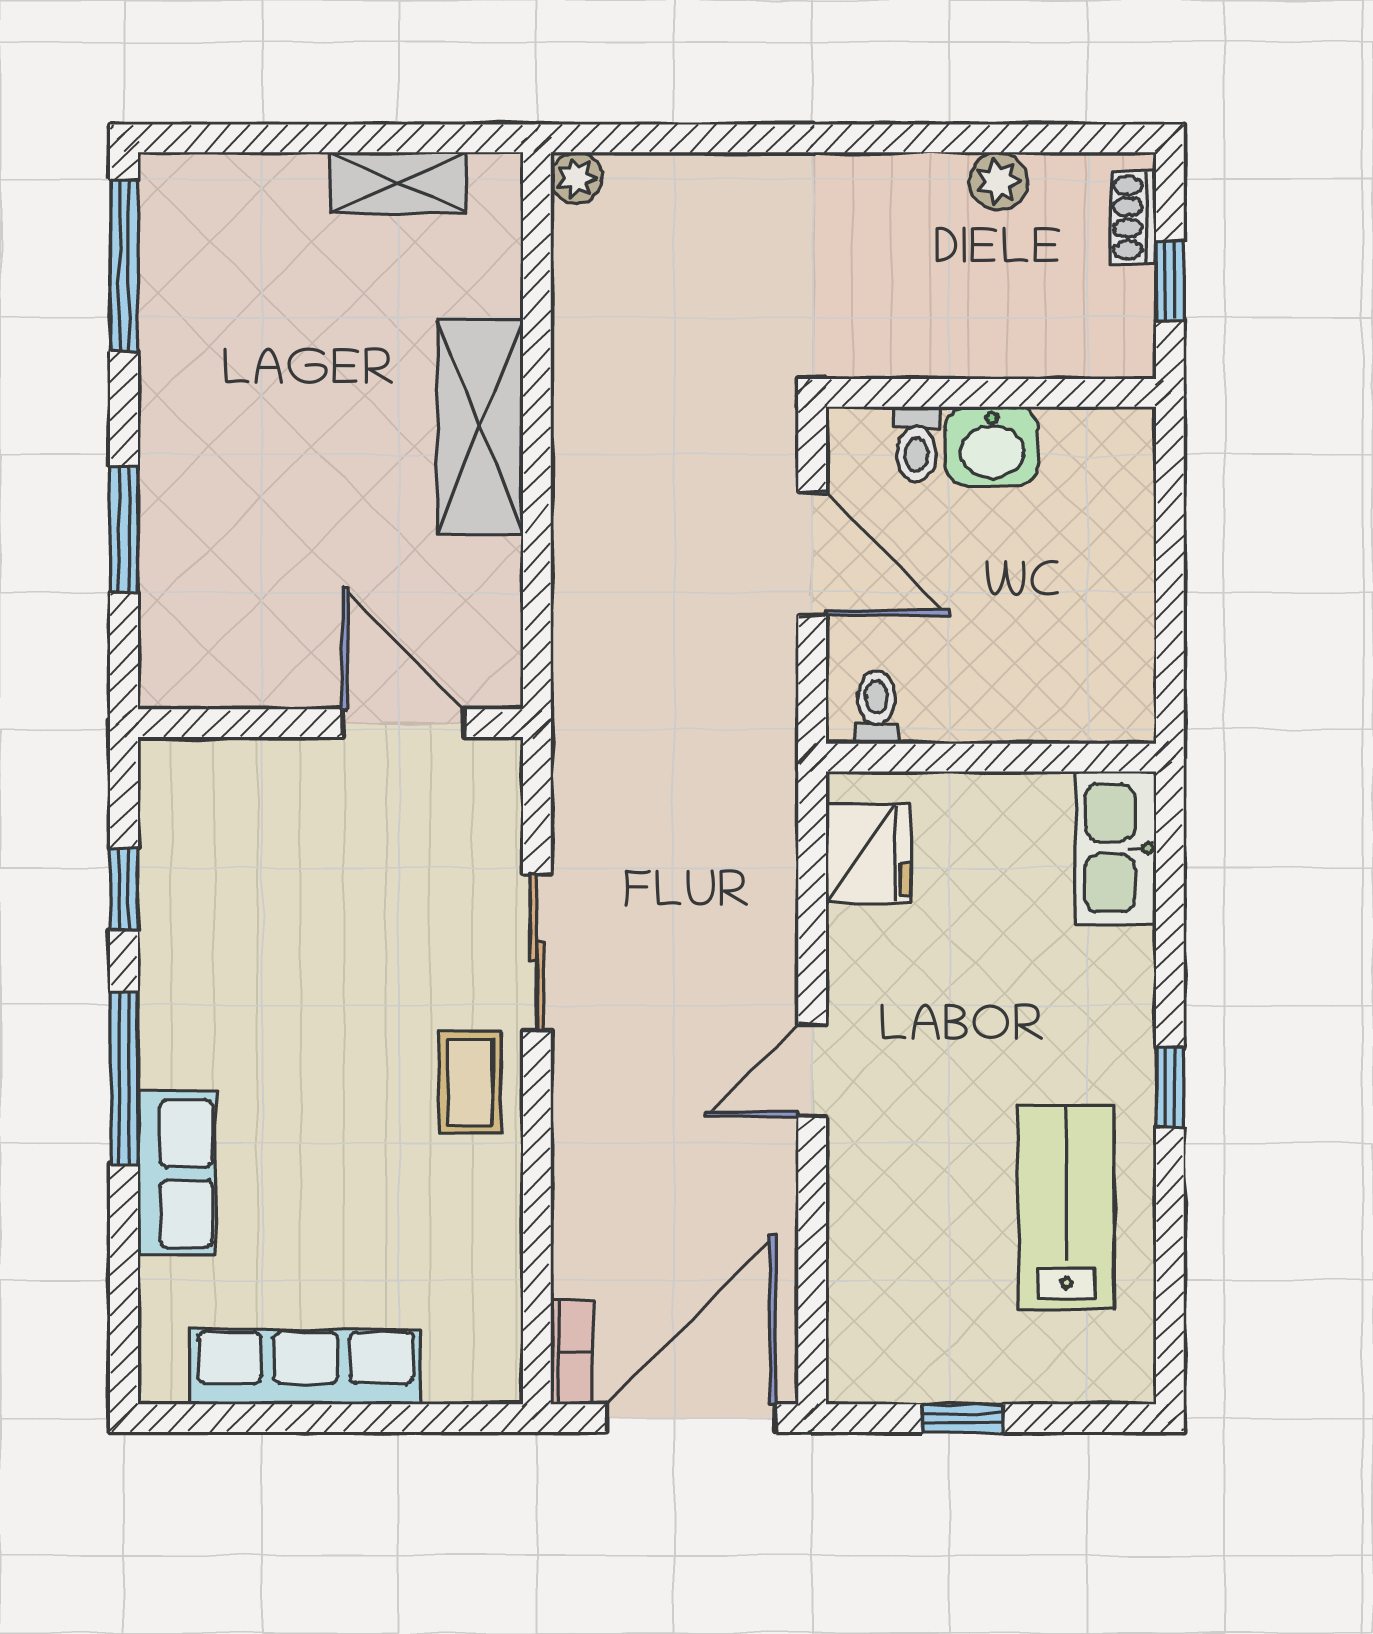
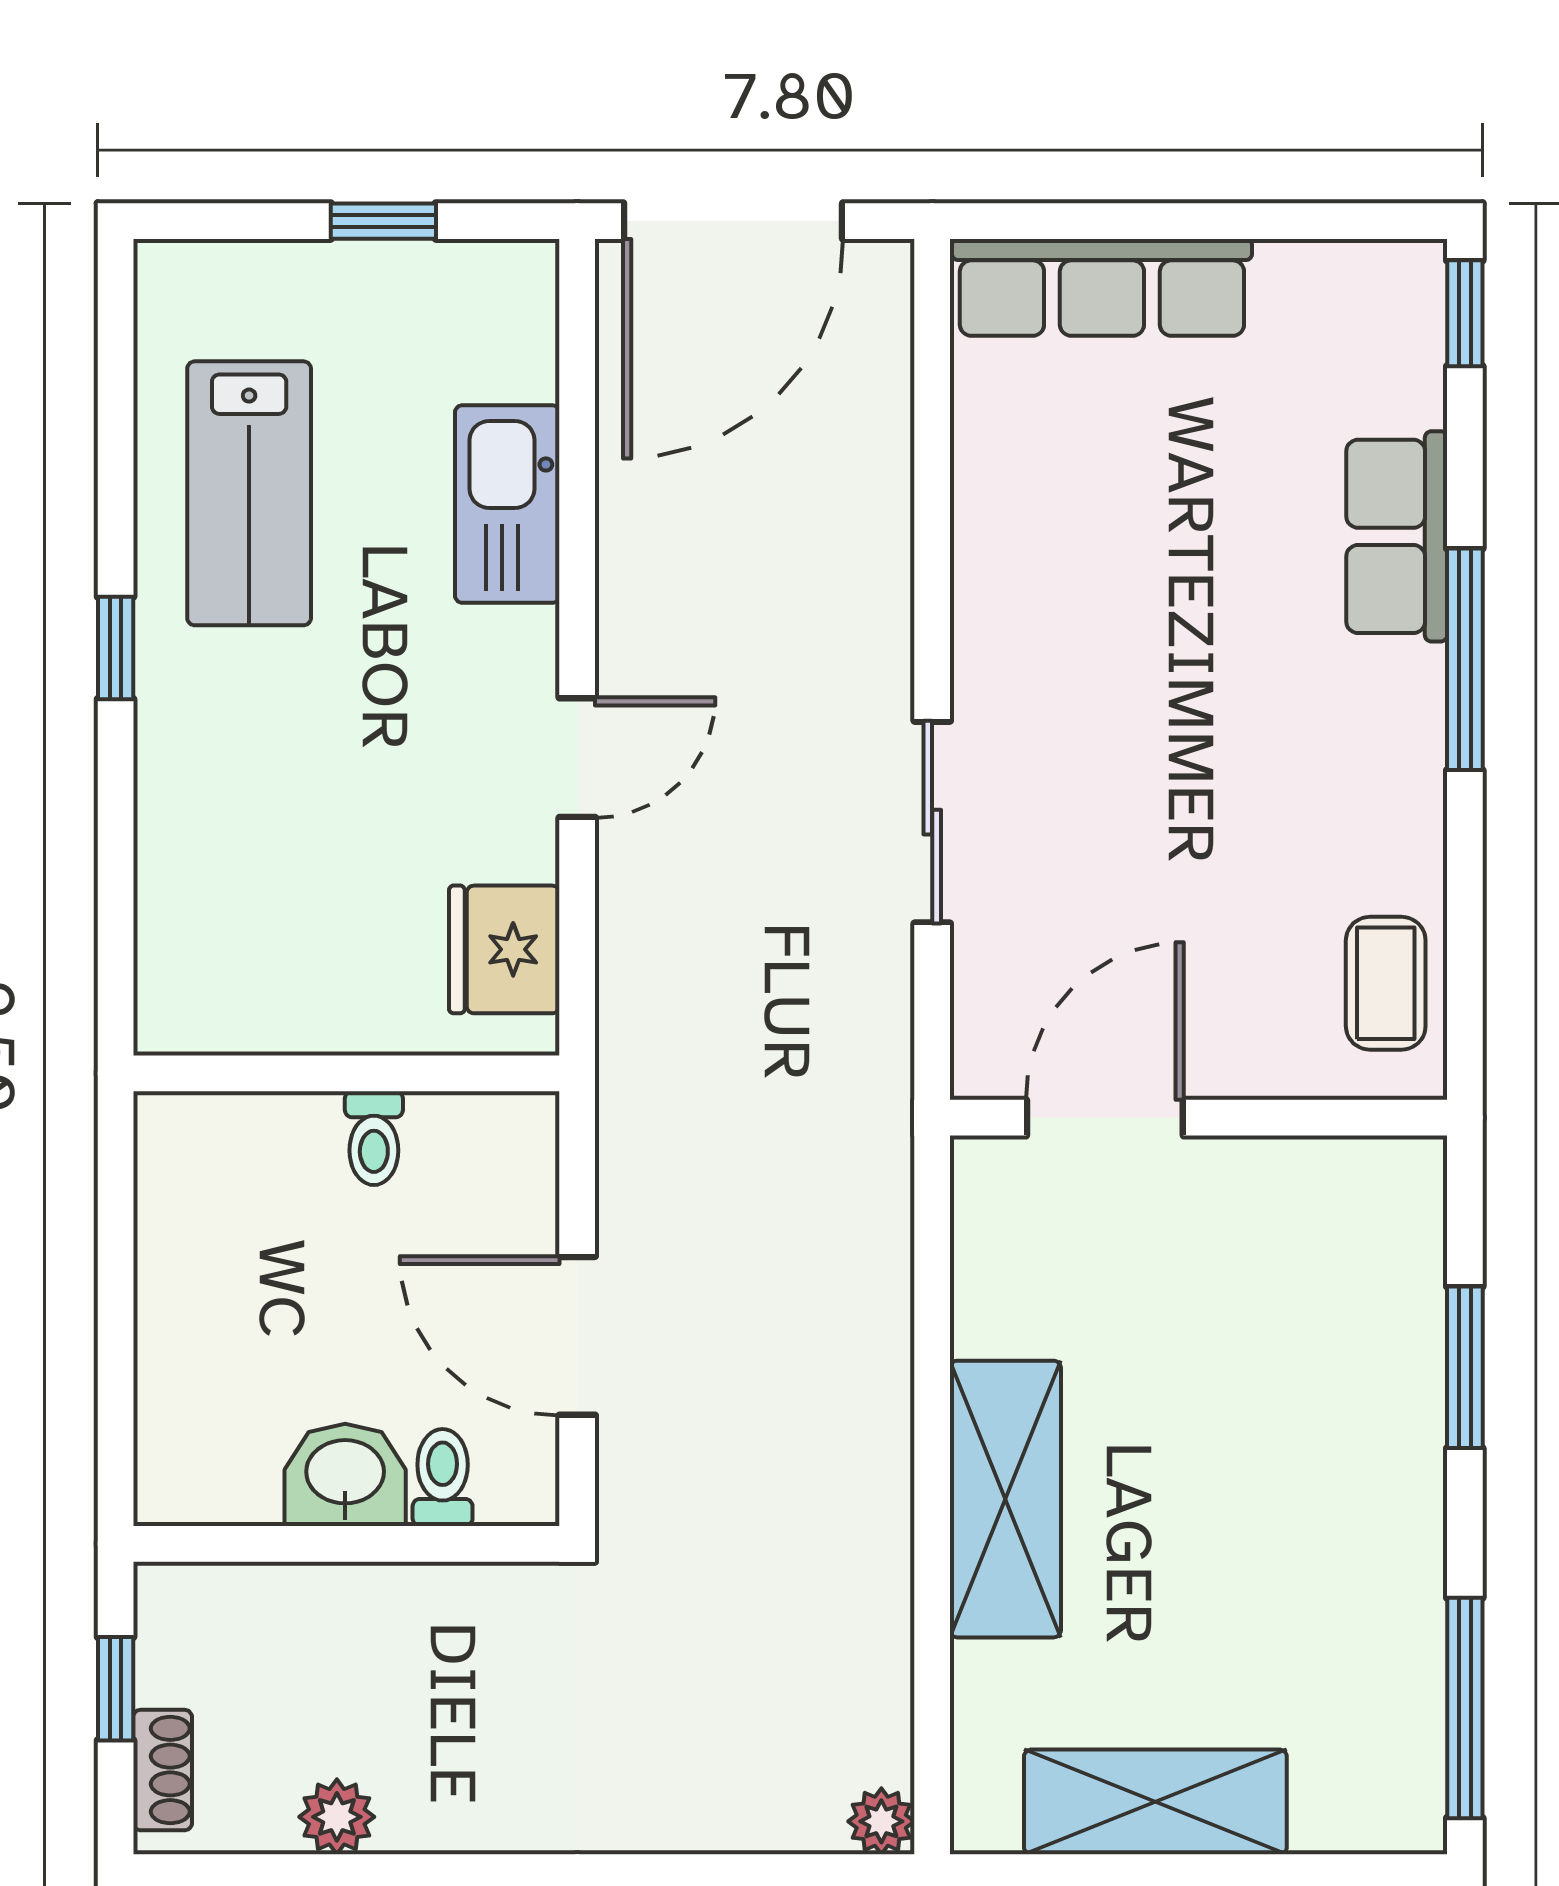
shelving: (398, 183) -> (1155, 1802), width x1.50, depth x1.33
toilet: (876, 707) -> (374, 1138), moved
door: (403, 723) -> (1105, 1118), swing flipped
kitchen sink: (1116, 848) -> (507, 504), moved, turned 180
window: (124, 889) -> (1465, 313), moved
door: (812, 1070) -> (577, 758), moved
coffee table: (470, 1082) -> (1386, 983), moved
bookcase: (571, 1352) -> (888, 306), removed
row of seats: (305, 1367) -> (1102, 287), moved

